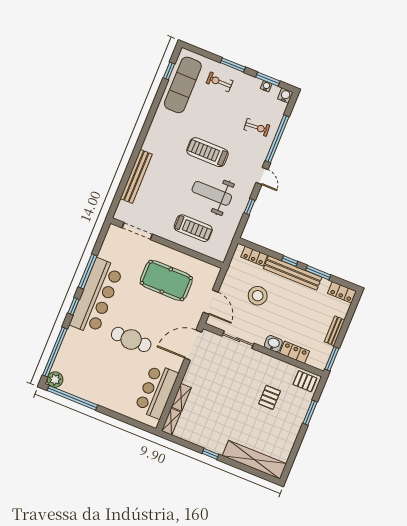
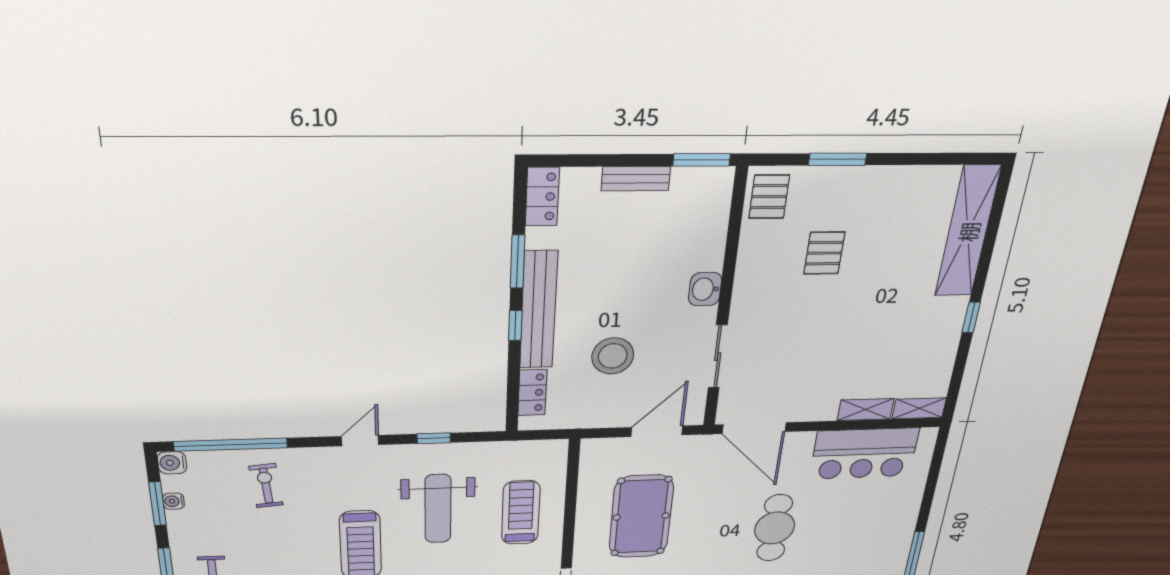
window: (277, 139) -> (231, 445), moved
locker: (295, 352) -> (711, 242), removed
pallet: (270, 397) -> (824, 253), turned 90

